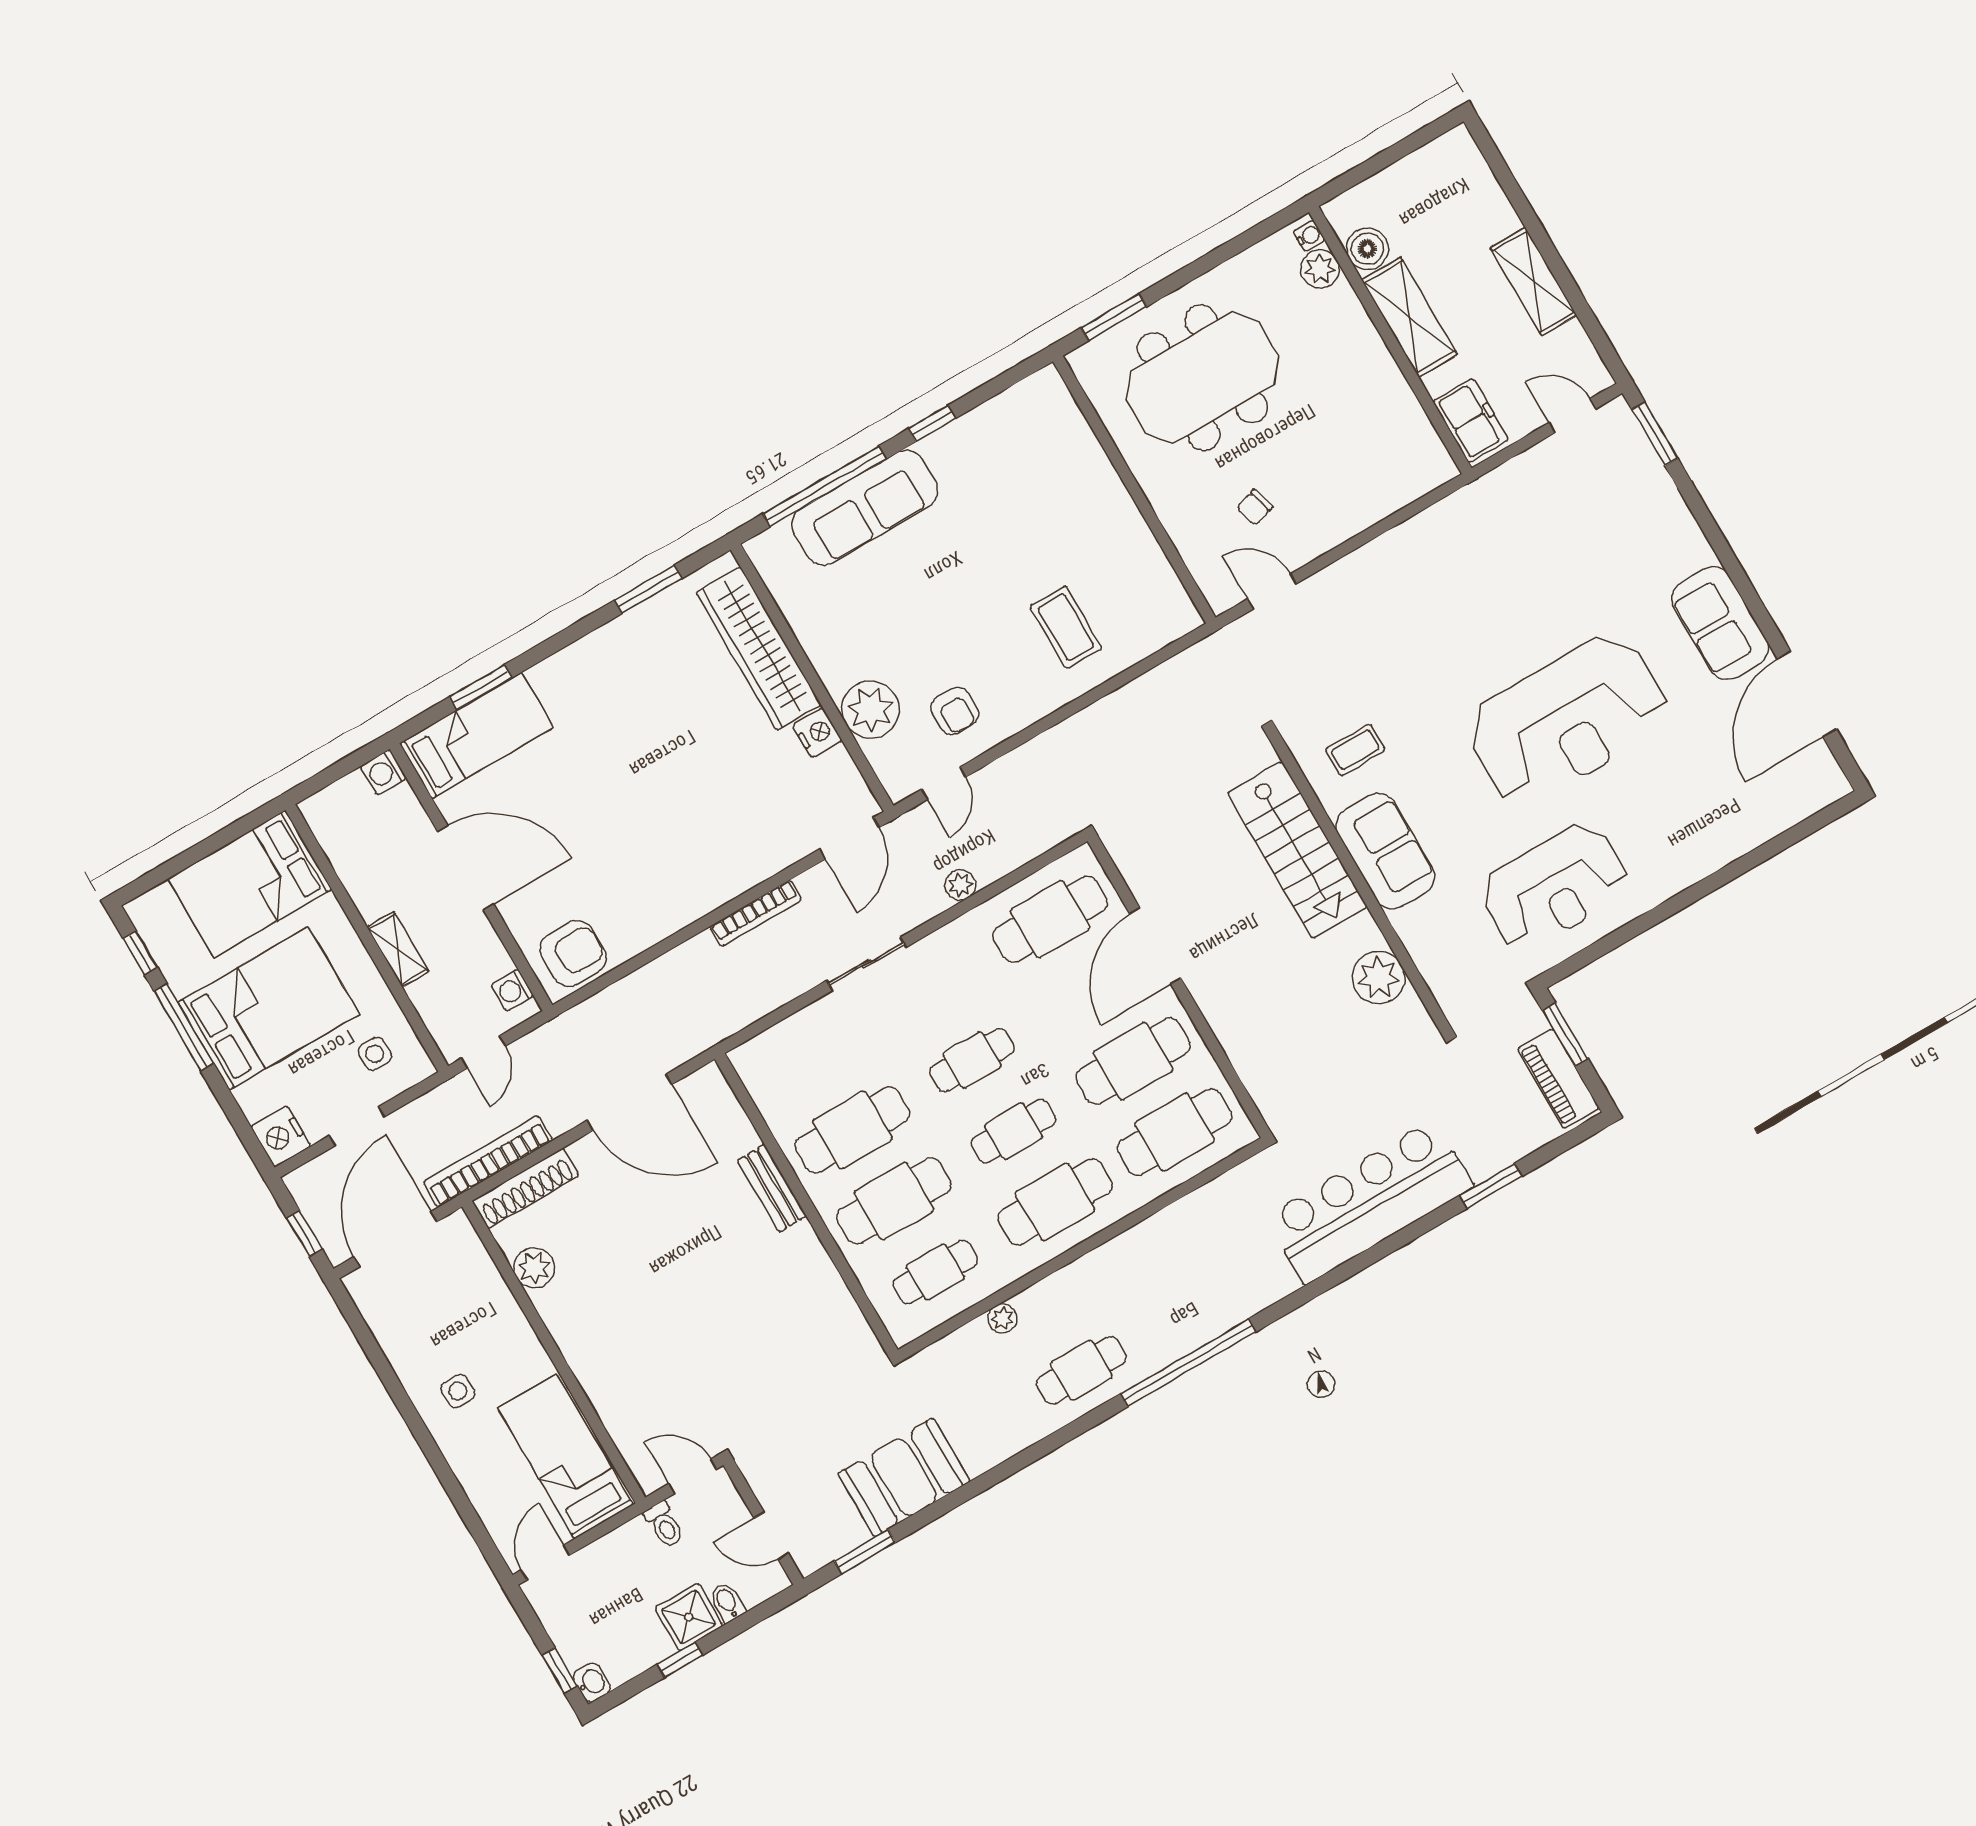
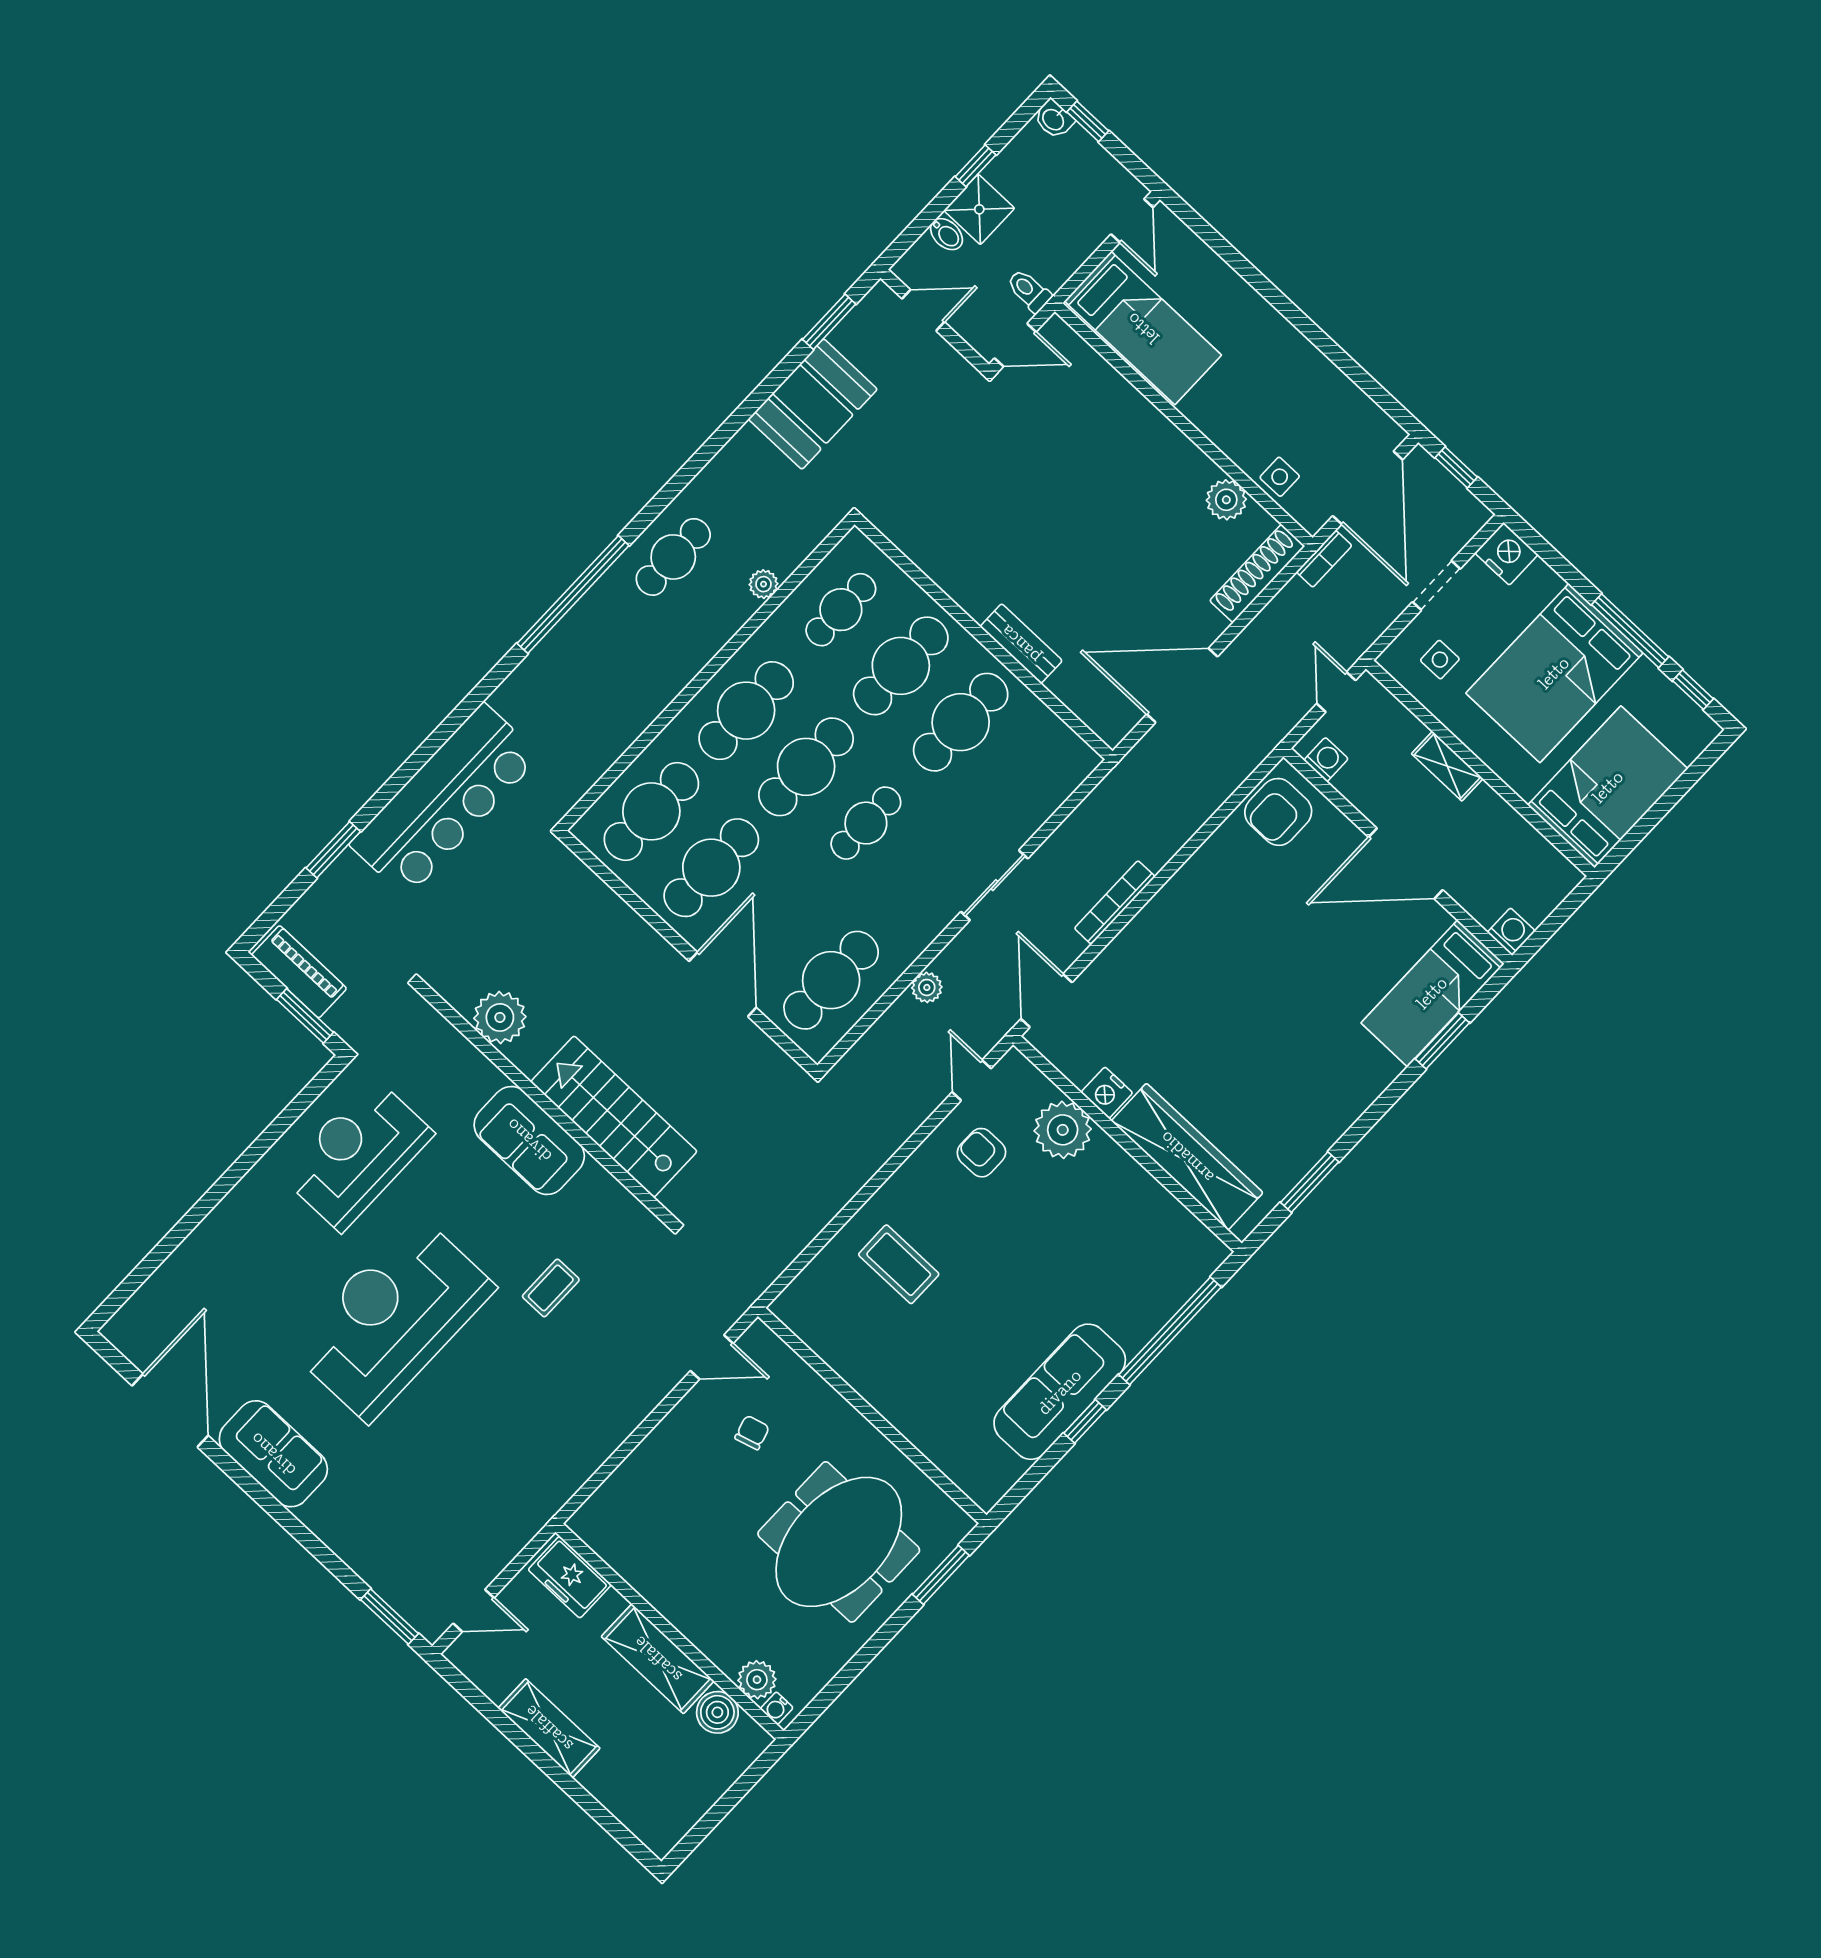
sofa: (865, 508) -> (1060, 1392), moved
coffee table: (1355, 750) -> (551, 1288), moved
cafe table: (1014, 1131) -> (806, 767), width x1.37, depth x1.35
bookcase: (488, 1161) -> (1324, 559), width x0.43, depth x0.76
side table: (458, 1391) -> (1280, 477), moved

